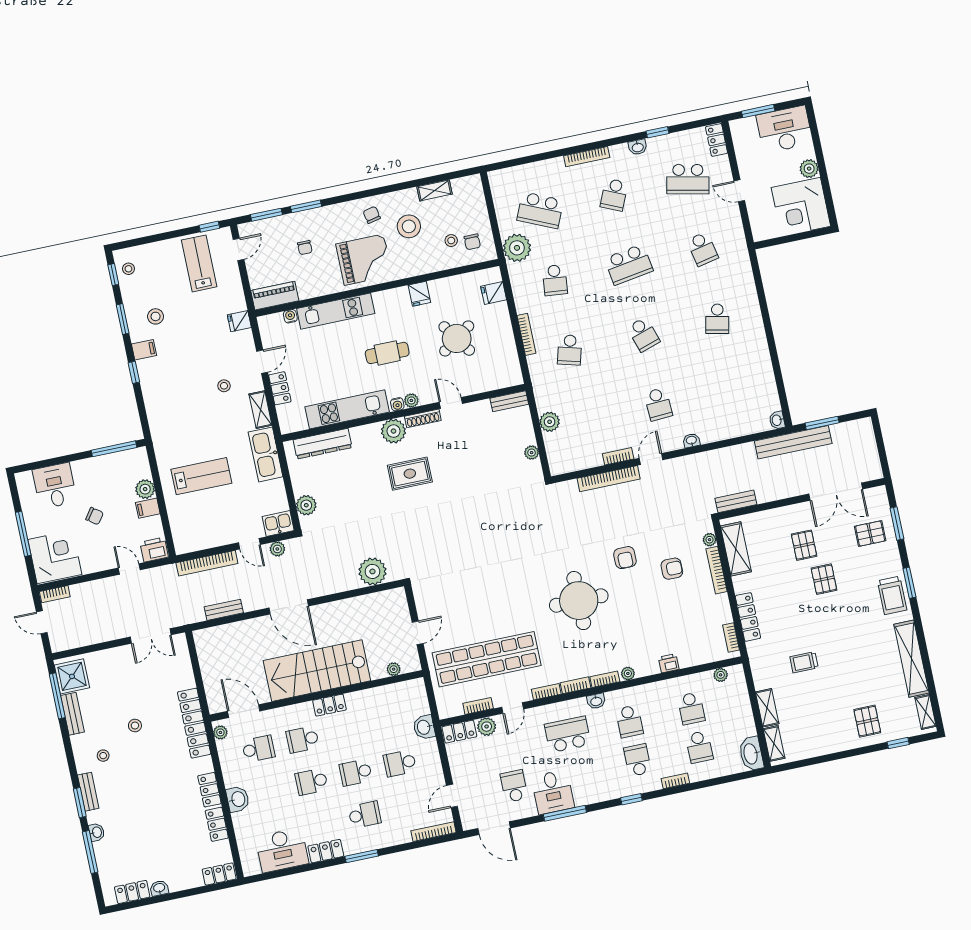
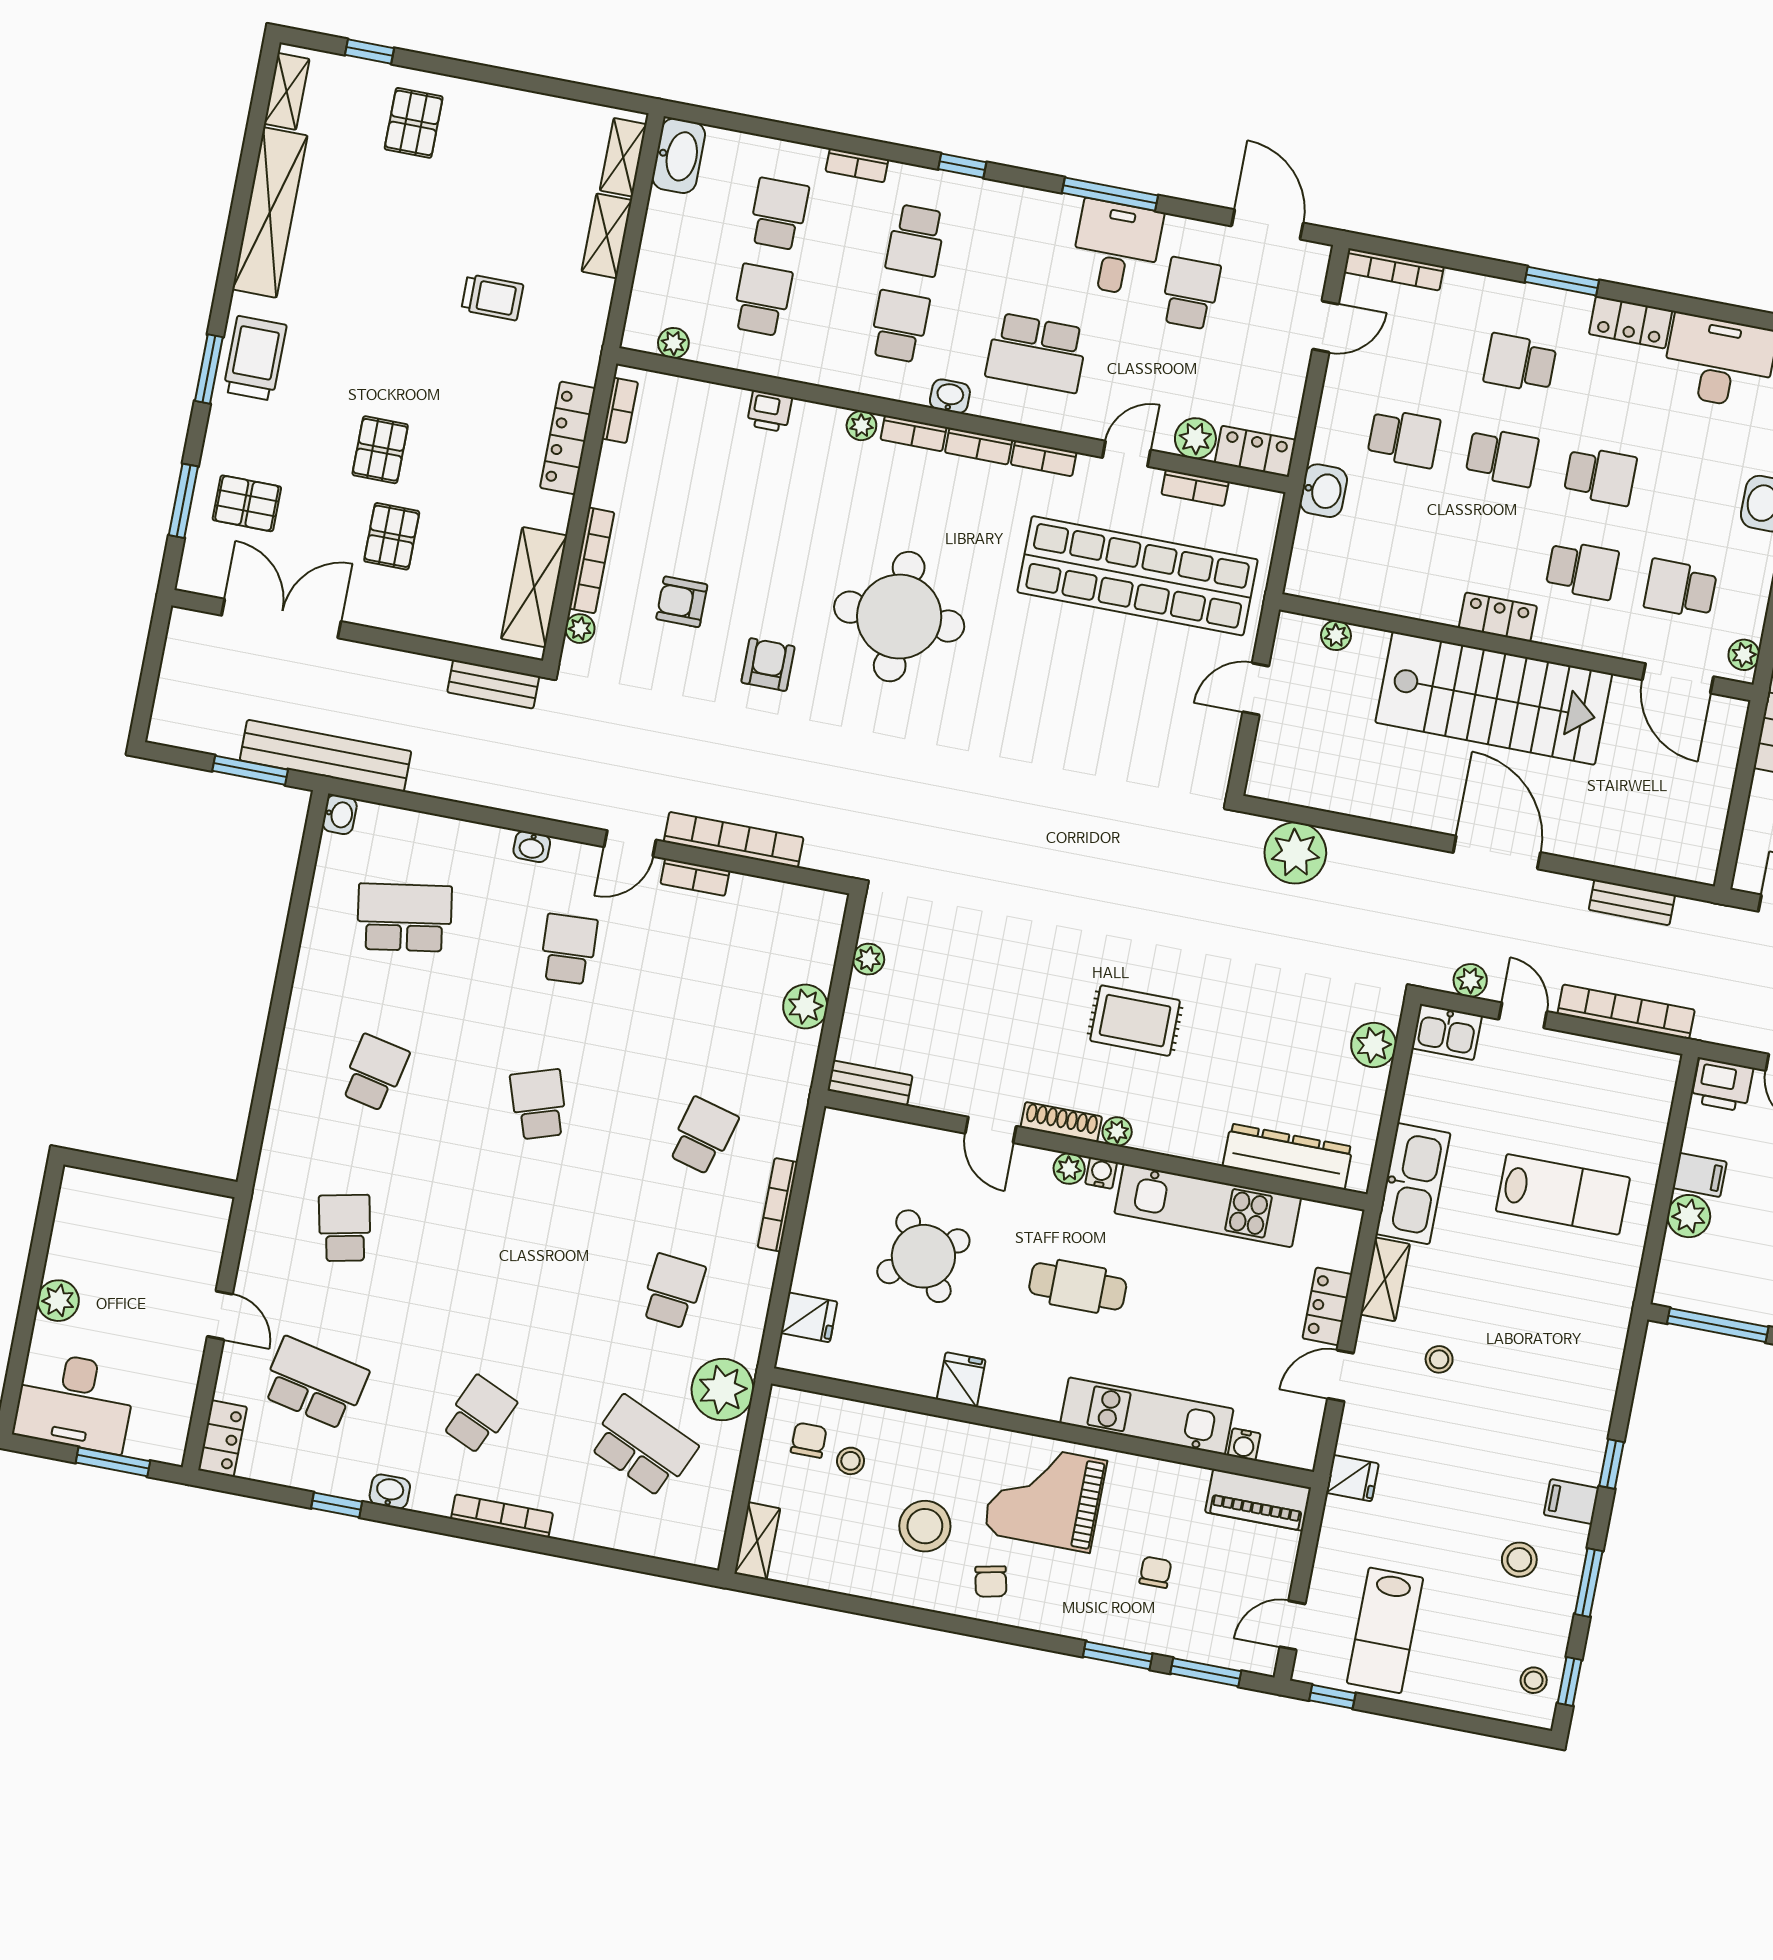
shelving: (435, 190) -> (757, 1541), moved, turned 90
corner desk: (801, 207) -> (108, 1229), removed
school desk: (629, 265) -> (404, 917), moved
plant: (393, 431) -> (1117, 1132), width x0.53, depth x0.53
lab bench: (201, 476) -> (1563, 1194), turned 180
school desk: (514, 786) -> (1190, 293), turned 180

